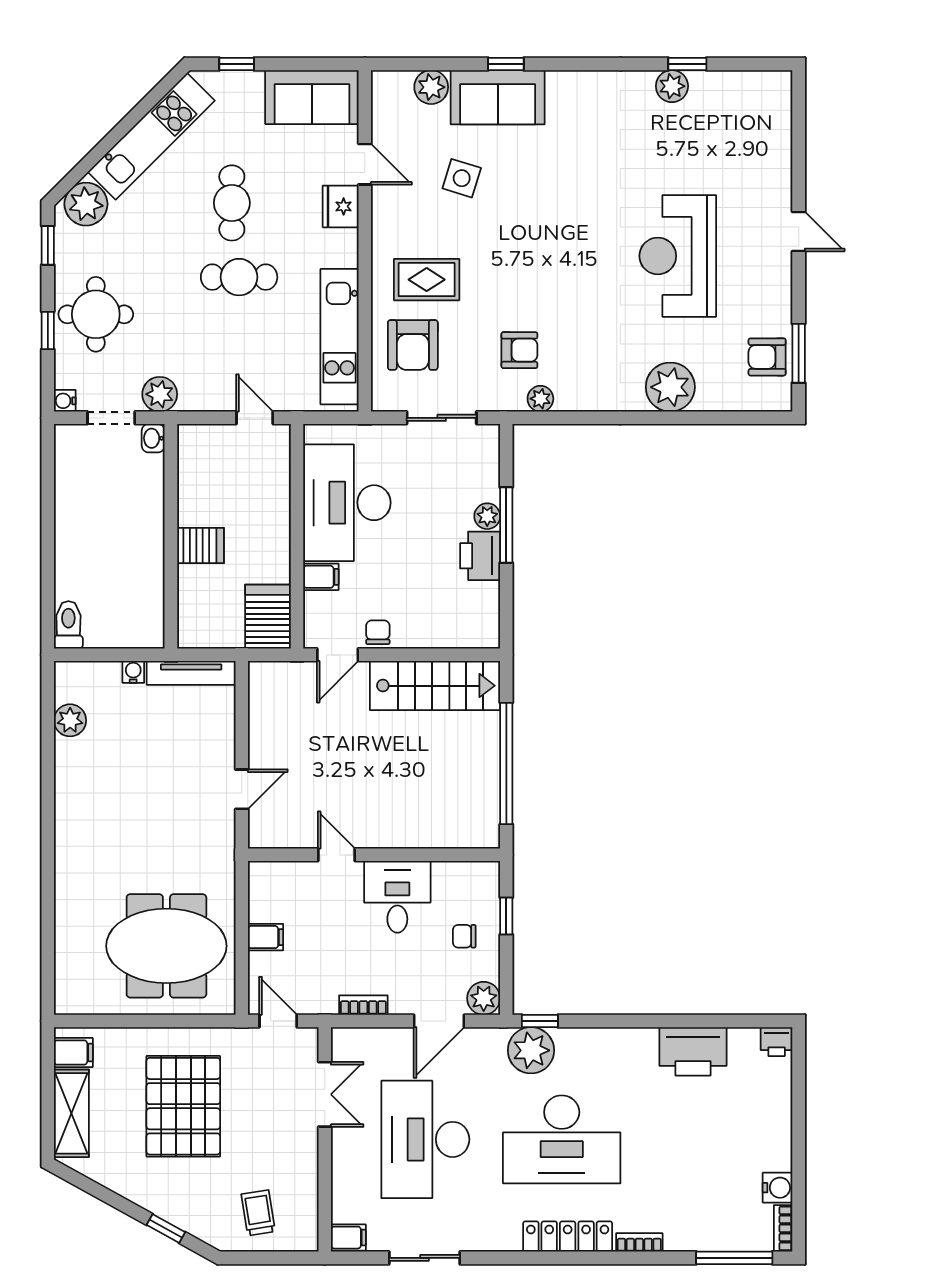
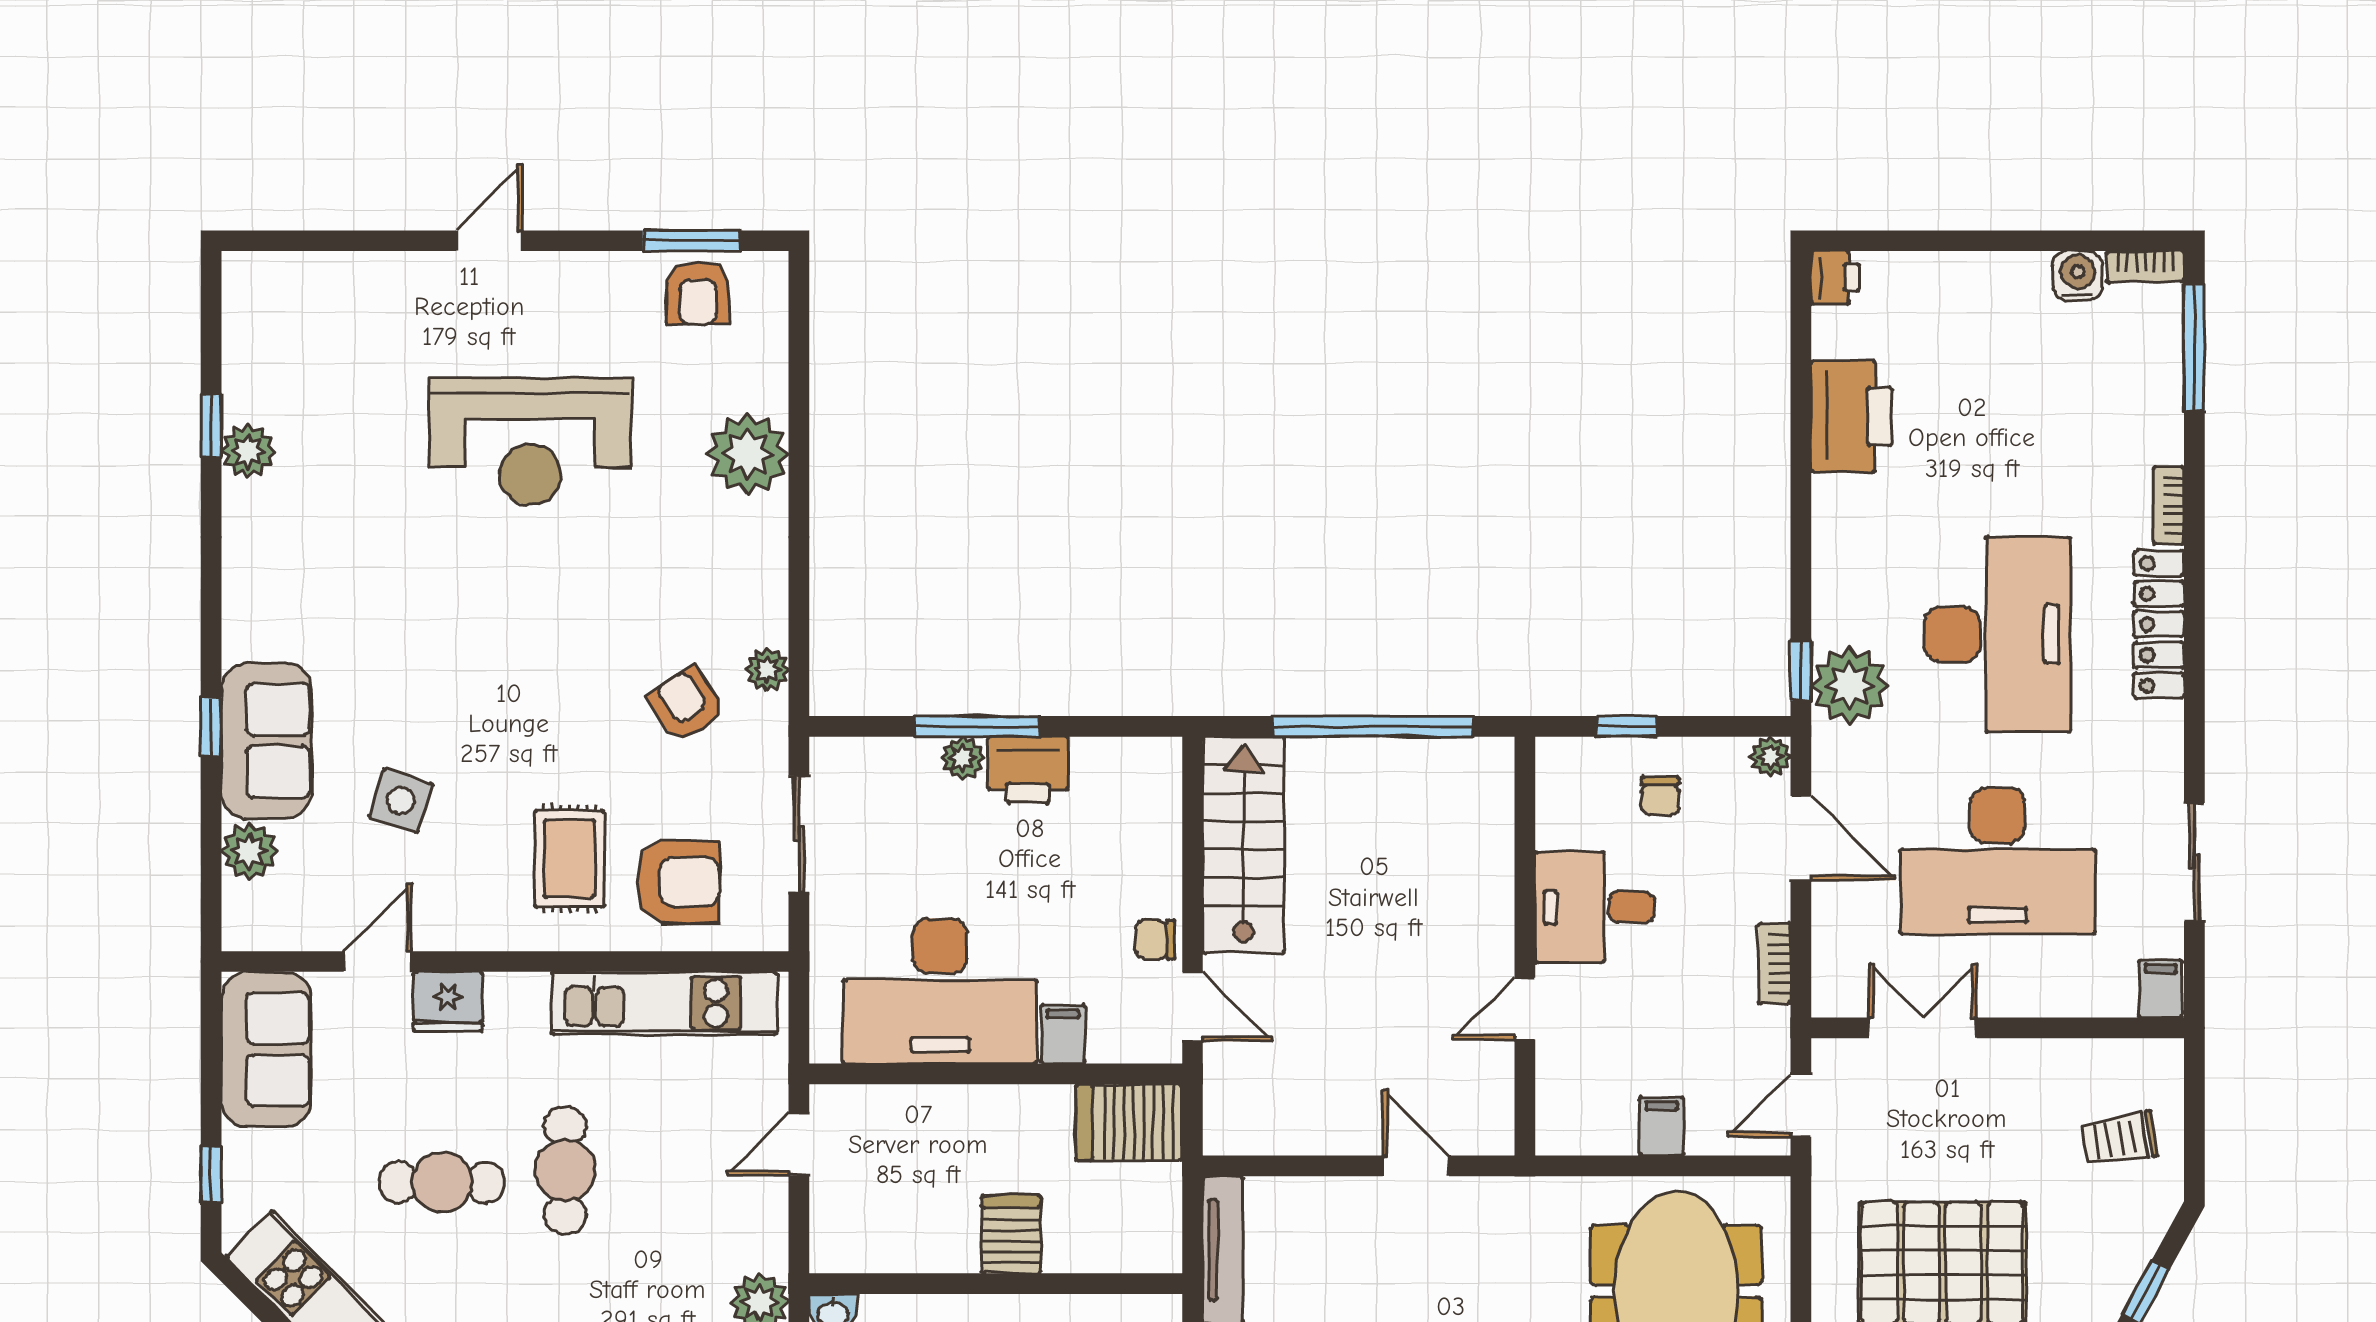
armchair: (519, 350) -> (687, 705), turned -33
plant: (484, 998) -> (1771, 757), width x0.73, depth x0.73

